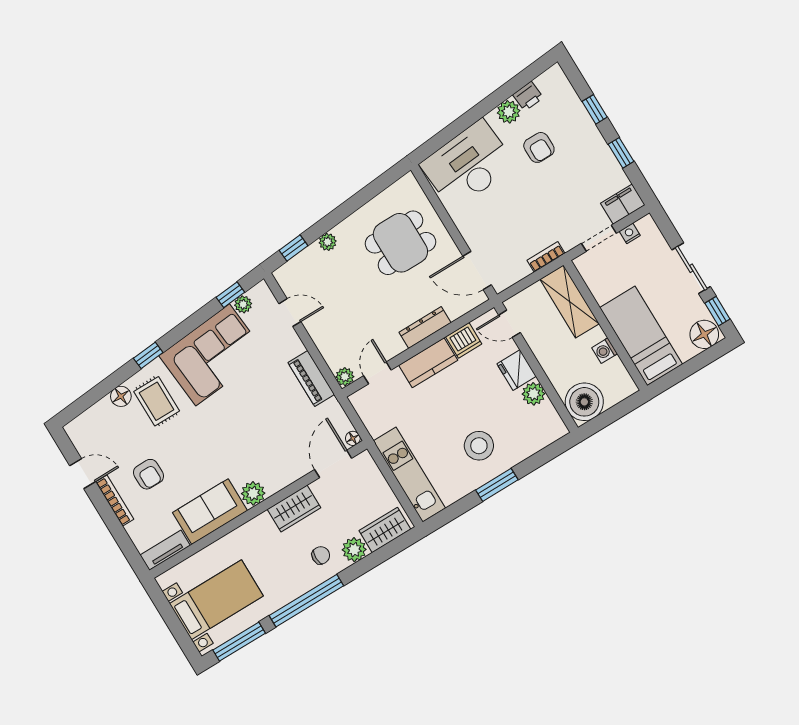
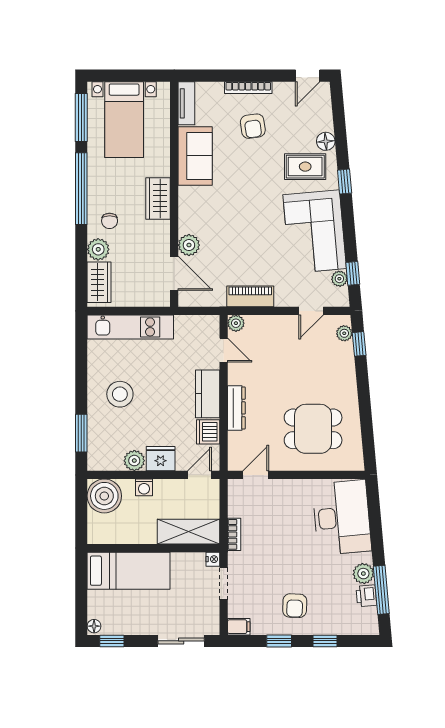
window: (514, 85) -> (381, 590), added
armchair: (539, 147) -> (295, 606), moved, turned -88
filing cabinet: (623, 204) -> (239, 627), width x0.50
nightstand: (630, 233) -> (213, 559), moved
plant: (328, 242) -> (344, 333), moved
dining table: (400, 243) -> (313, 429), turned 90
sliding door: (691, 268) -> (181, 641), moved
door: (477, 270) -> (256, 475), width x0.73
floor lamp: (704, 334) -> (94, 626), width x0.53, depth x0.53
washing machine: (605, 351) -> (144, 487), moved, turned 180
floor lamp: (353, 438) -> (185, 300), removed
door: (83, 474) -> (308, 76), moved
armchair: (149, 474) -> (253, 126), turned -98
window: (497, 485) -> (81, 433), moved
plant: (253, 493) -> (189, 245), moved
wardrobe: (294, 509) -> (158, 198), moved

